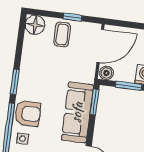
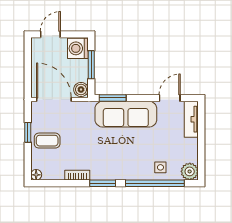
floor lamp: (35, 25) -> (36, 175), width x0.53, depth x0.53
bookcase: (26, 59) -> (77, 175), added
armchair: (28, 113) -> (134, 166), removed

